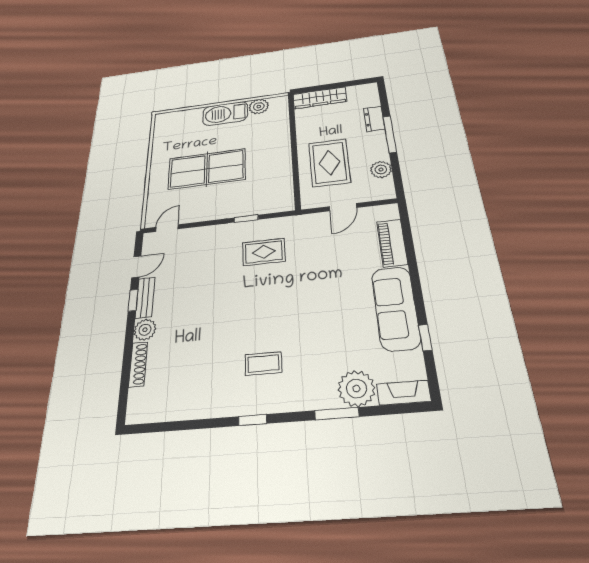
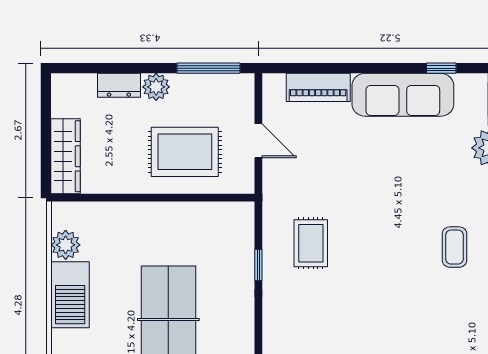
window: (390, 134) -> (209, 68), moved
plant: (381, 170) -> (156, 87), moved

